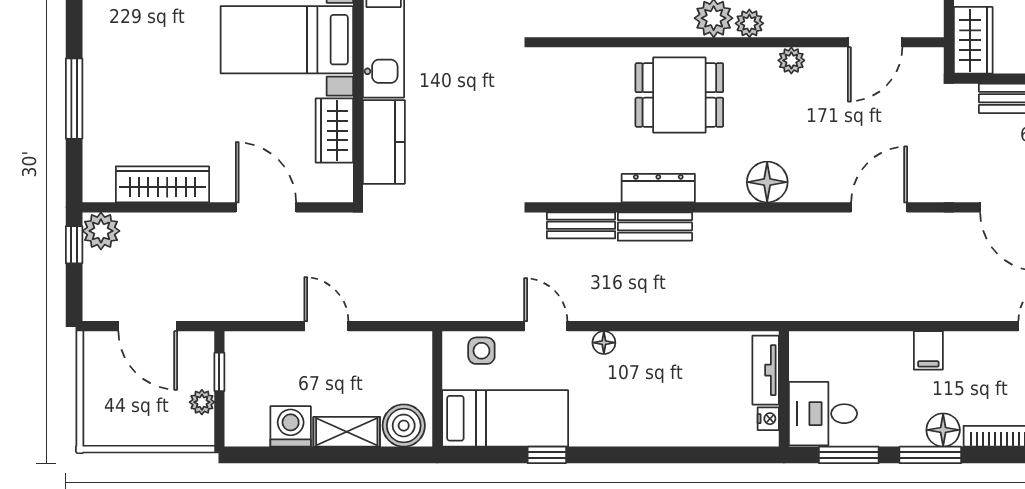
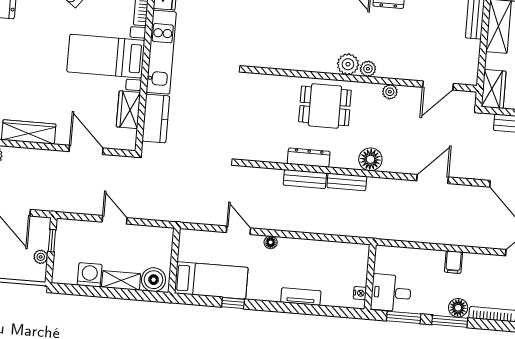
bench: (581, 225) -> (347, 182), moved
side table: (481, 351) -> (201, 241), removed
tv unit: (766, 370) -> (301, 297), moved, turned 90

